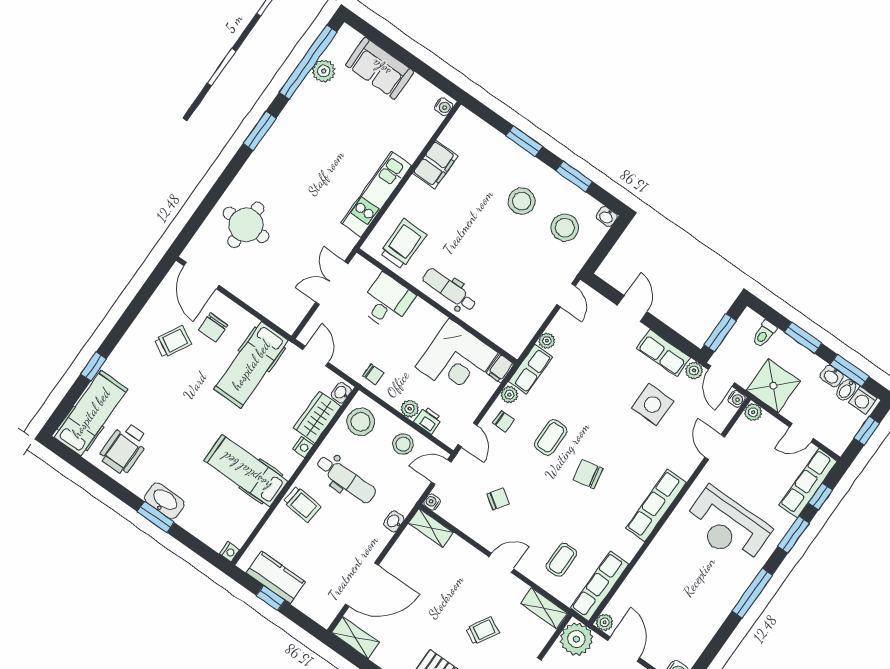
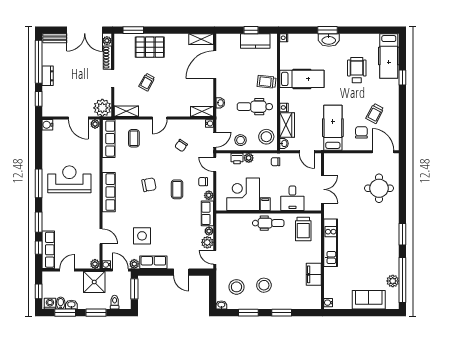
plant: (561, 326) -> (207, 242), added
filing cabinet: (500, 368) -> (265, 204), moved
wheelchair: (124, 448) -> (357, 70), moved
reception desk: (727, 526) -> (69, 179), moved

